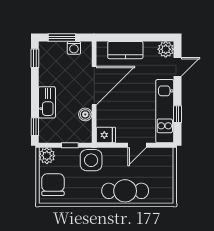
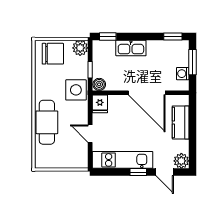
boiler: (85, 114) -> (99, 84), moved
window: (178, 114) -> (138, 172), moved

